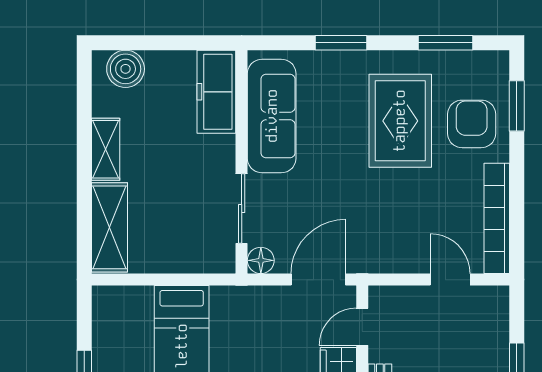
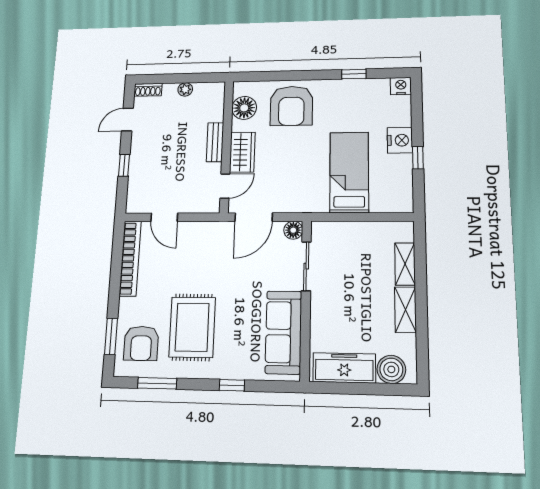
window: (341, 43) -> (232, 385), width x0.67
freezer: (216, 92) -> (344, 368), moved, turned -90
armchair: (472, 124) -> (141, 343), moved
shelving: (109, 227) -> (405, 264), width x0.67, depth x0.75

